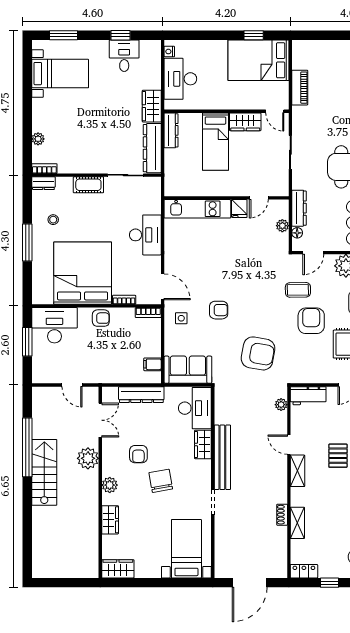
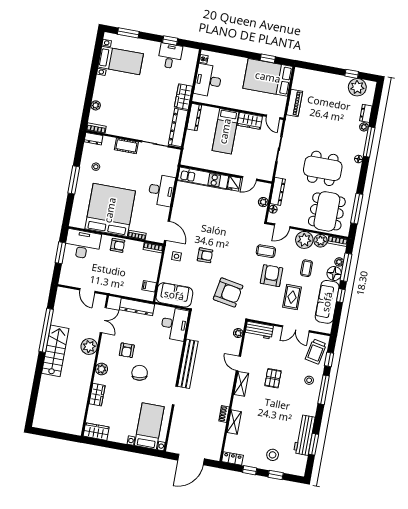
wardrobe: (203, 444) -> (175, 352), removed

